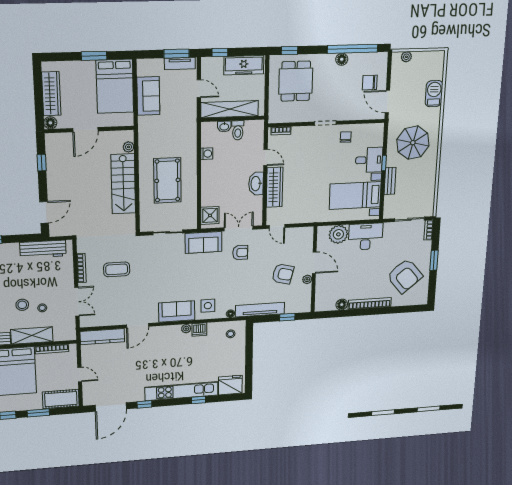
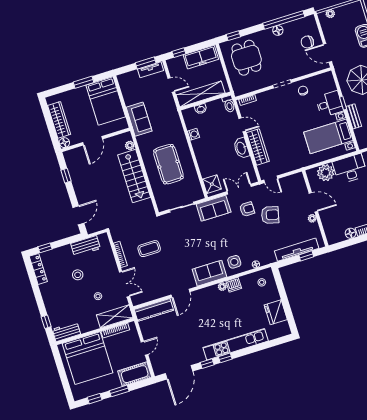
sofa: (148, 96) -> (139, 119), moved
toilet: (238, 130) -> (229, 104), moved
workbench: (43, 249) -> (85, 246), width x0.73
armchair: (283, 274) -> (270, 215), moved
stool: (22, 305) -> (78, 275), moved
tv unit: (260, 310) -> (297, 250), moved
shelving: (32, 335) -> (115, 316), moved
door: (80, 375) -> (144, 348), hinge flipped
fridge: (230, 385) -> (276, 312), moved, turned -90
window: (198, 400) -> (225, 358), moved

